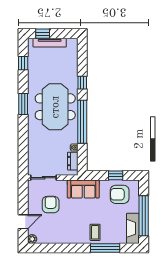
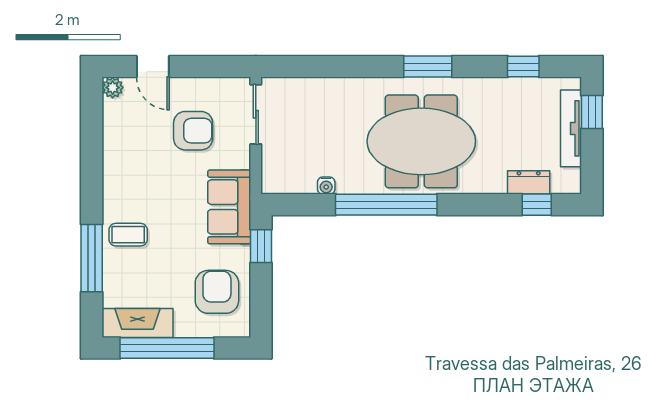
window: (82, 83) -> (537, 205), moved
dresser: (73, 161) -> (529, 182), moved
window: (116, 175) -> (261, 246), moved

